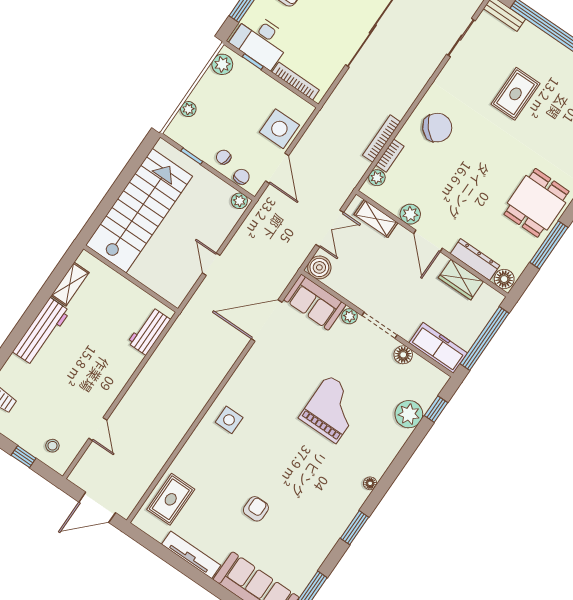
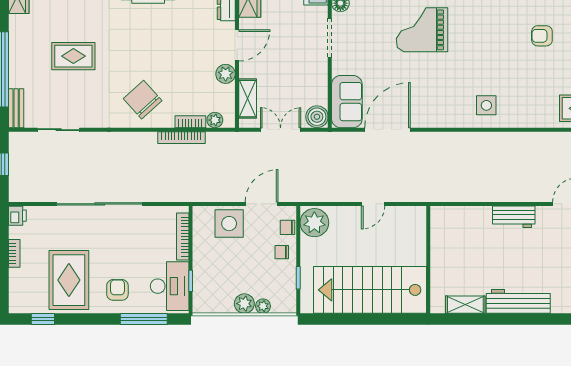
plant: (222, 64) -> (244, 304), moved
chair: (224, 157) -> (282, 252), turned 78
plant: (239, 201) -> (314, 223), width x1.87, depth x1.87
plant: (349, 316) -> (339, 66), removed
door: (267, 320) -> (387, 130), swing flipped
workbench: (149, 331) -> (514, 217), moved

